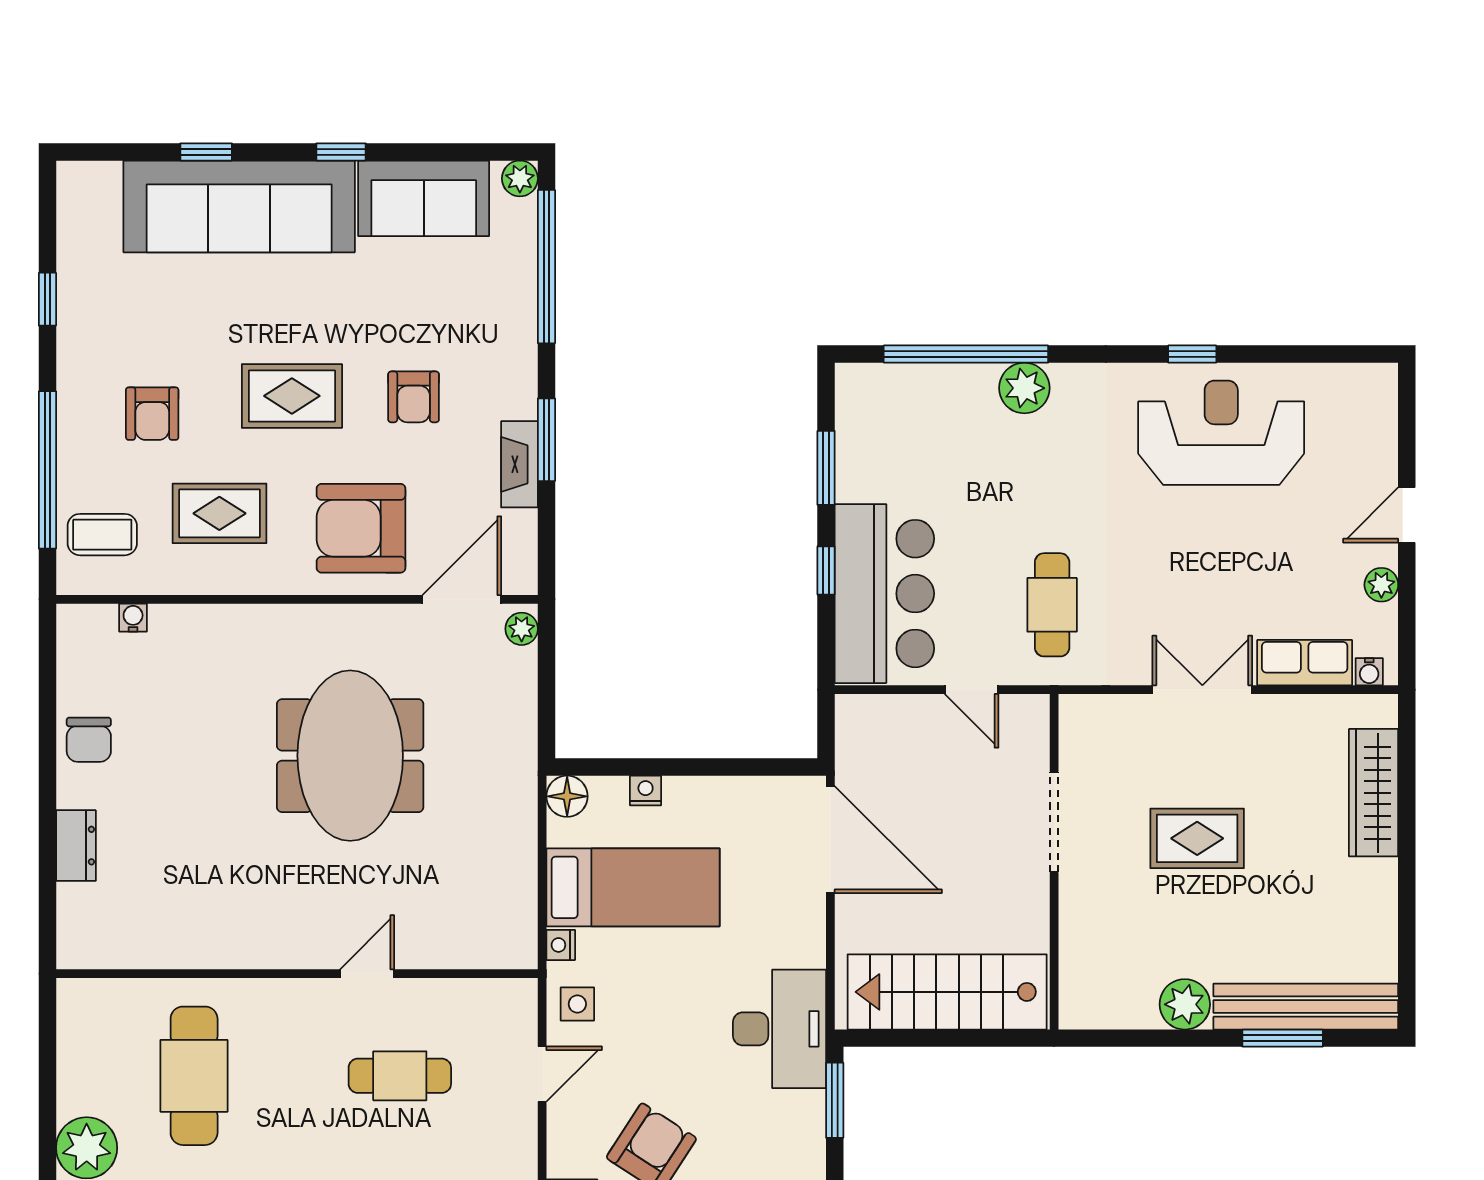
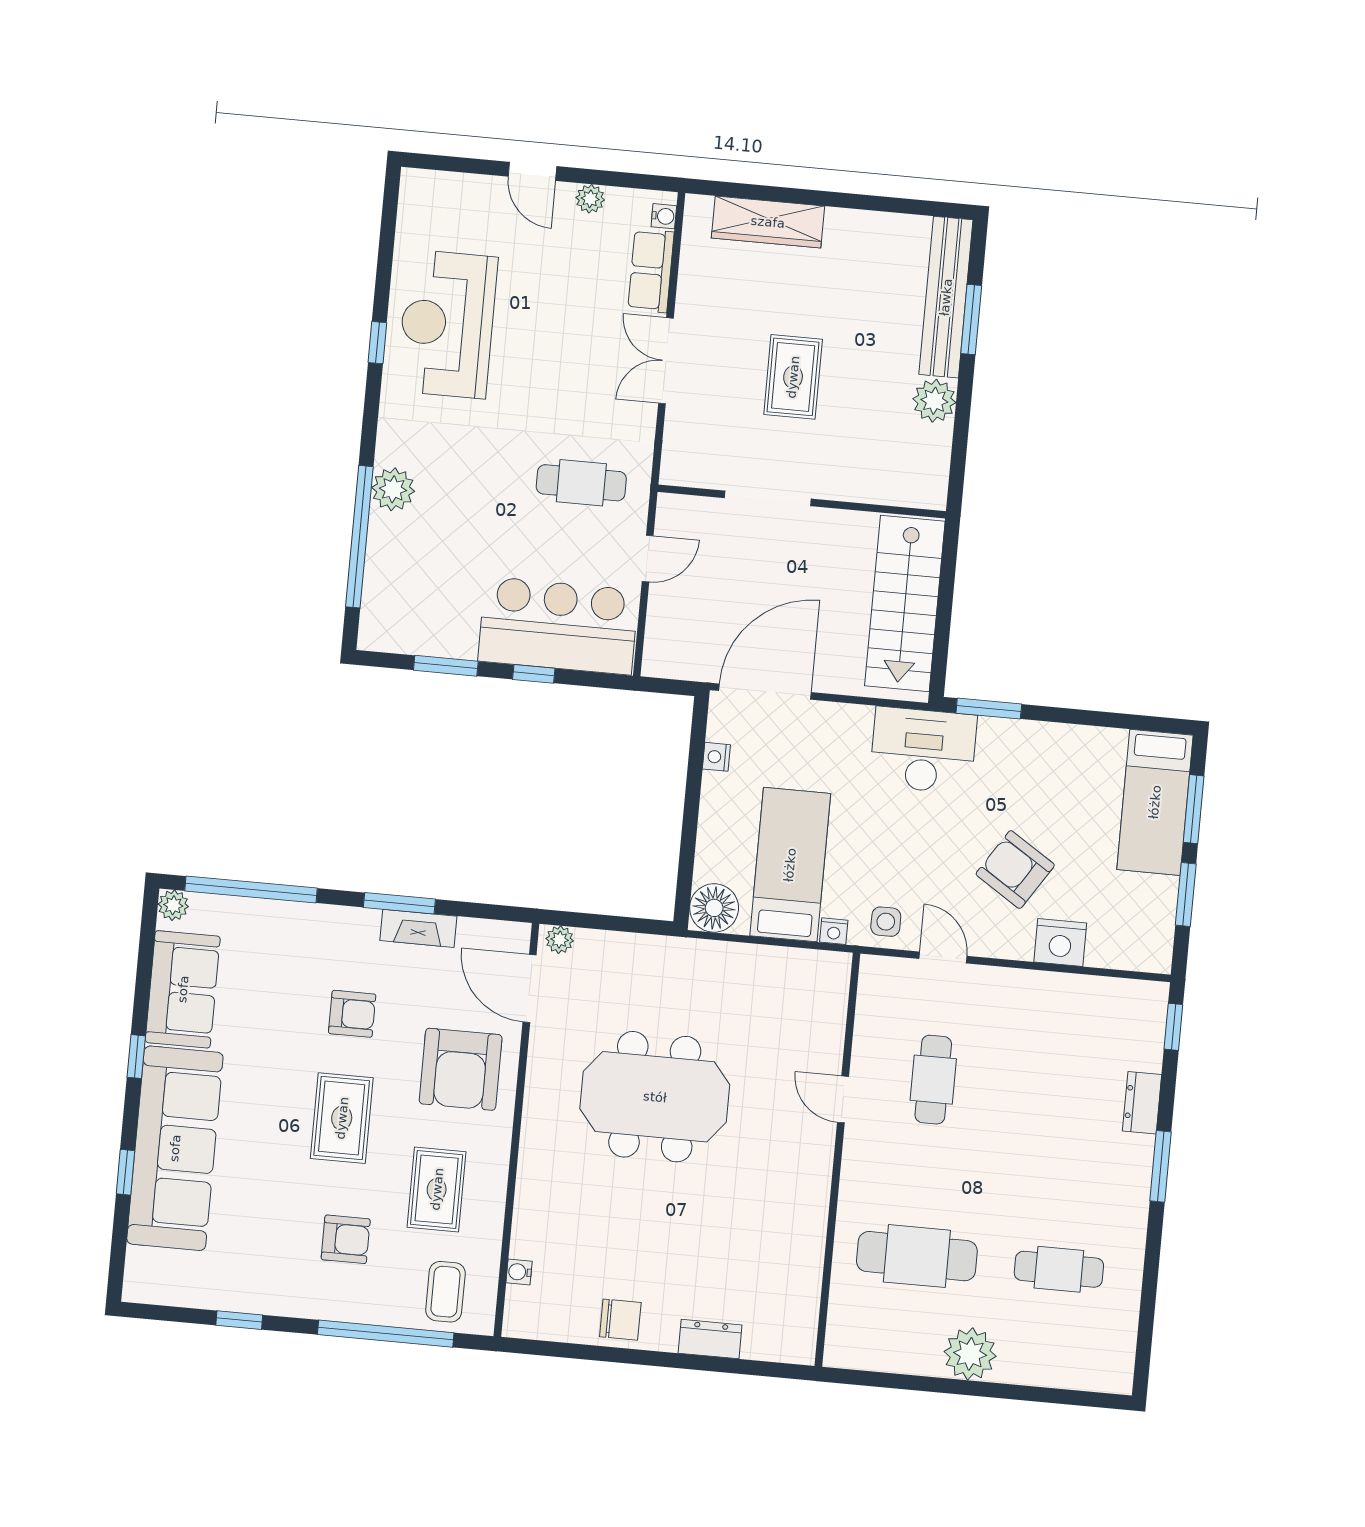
nightstand: (646, 791) -> (716, 757), moved
floor lamp: (567, 796) -> (714, 908), width x1.38, depth x1.38

